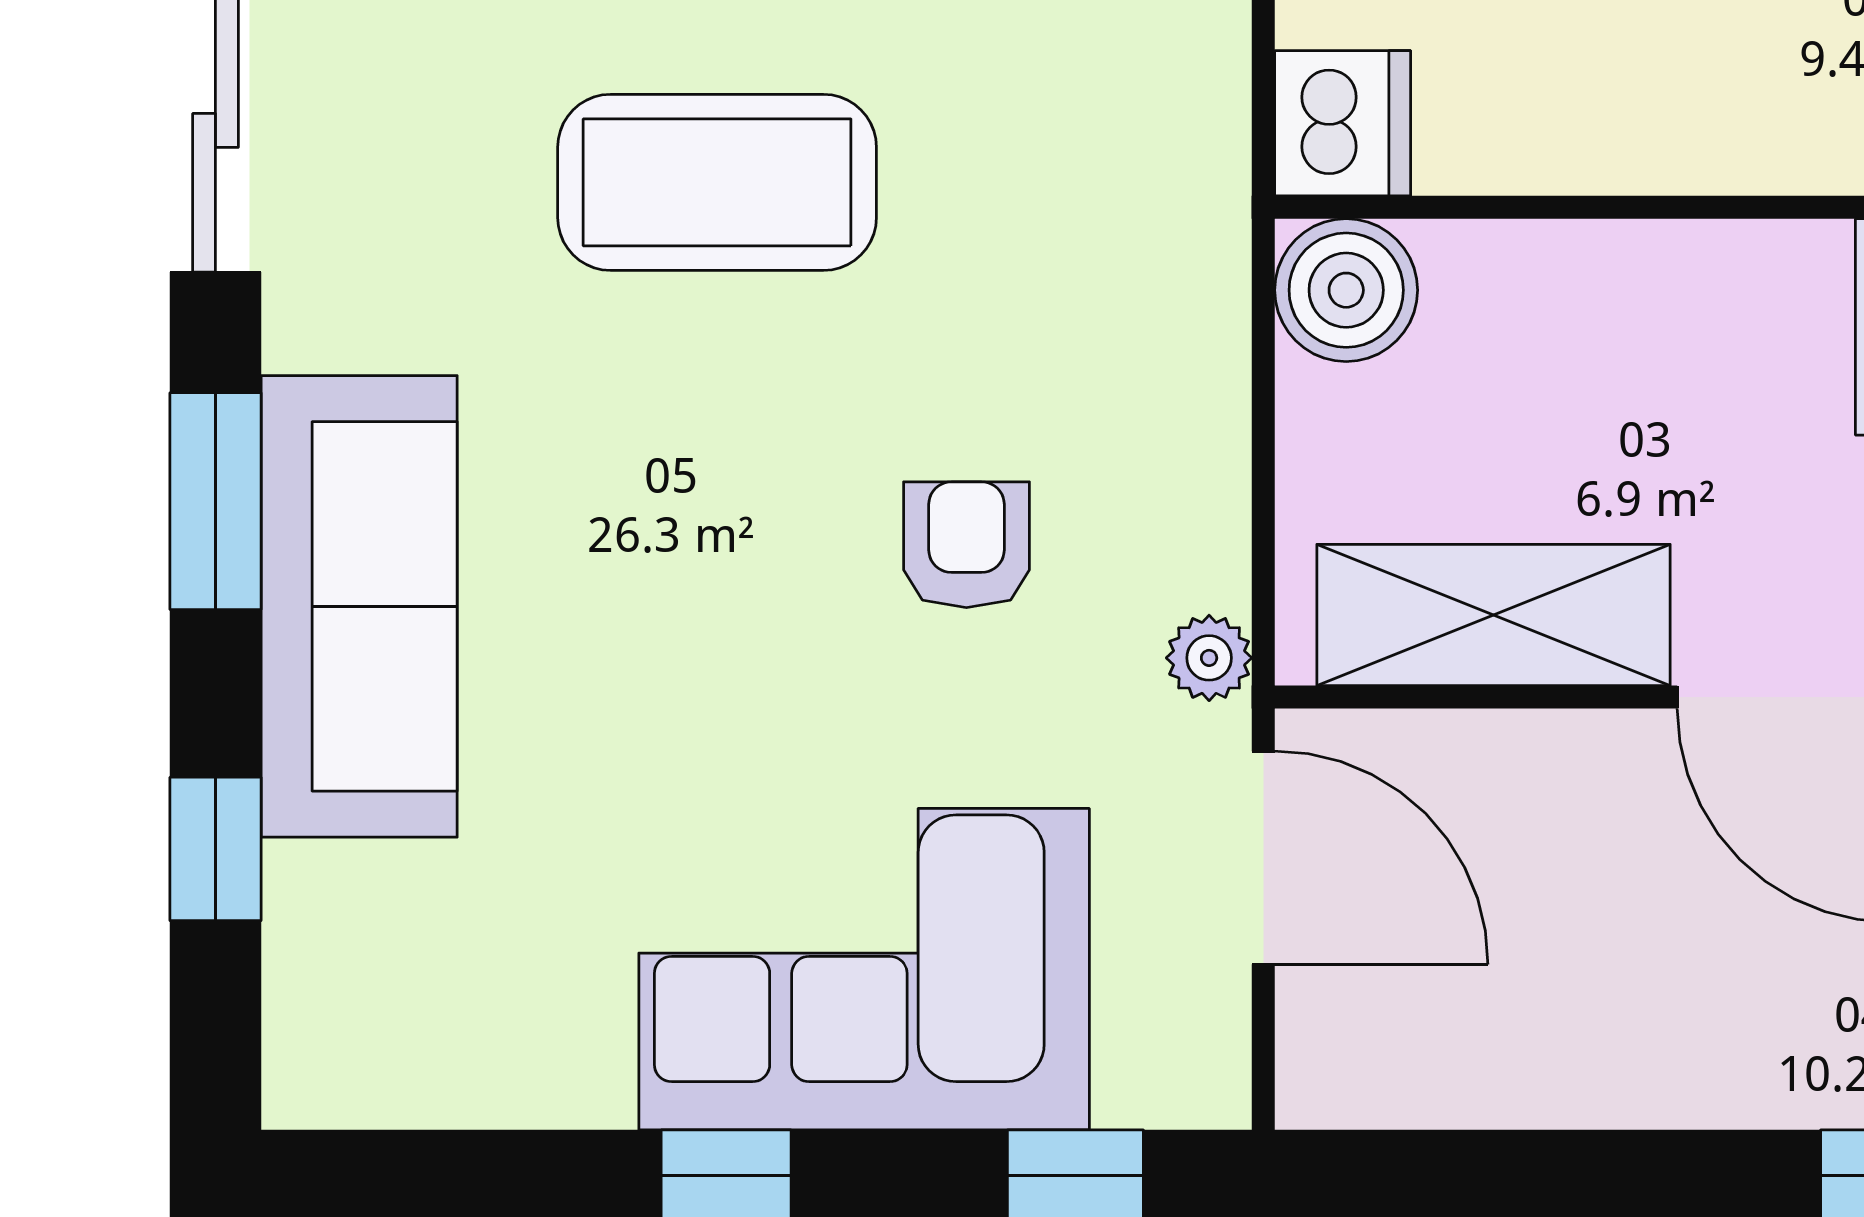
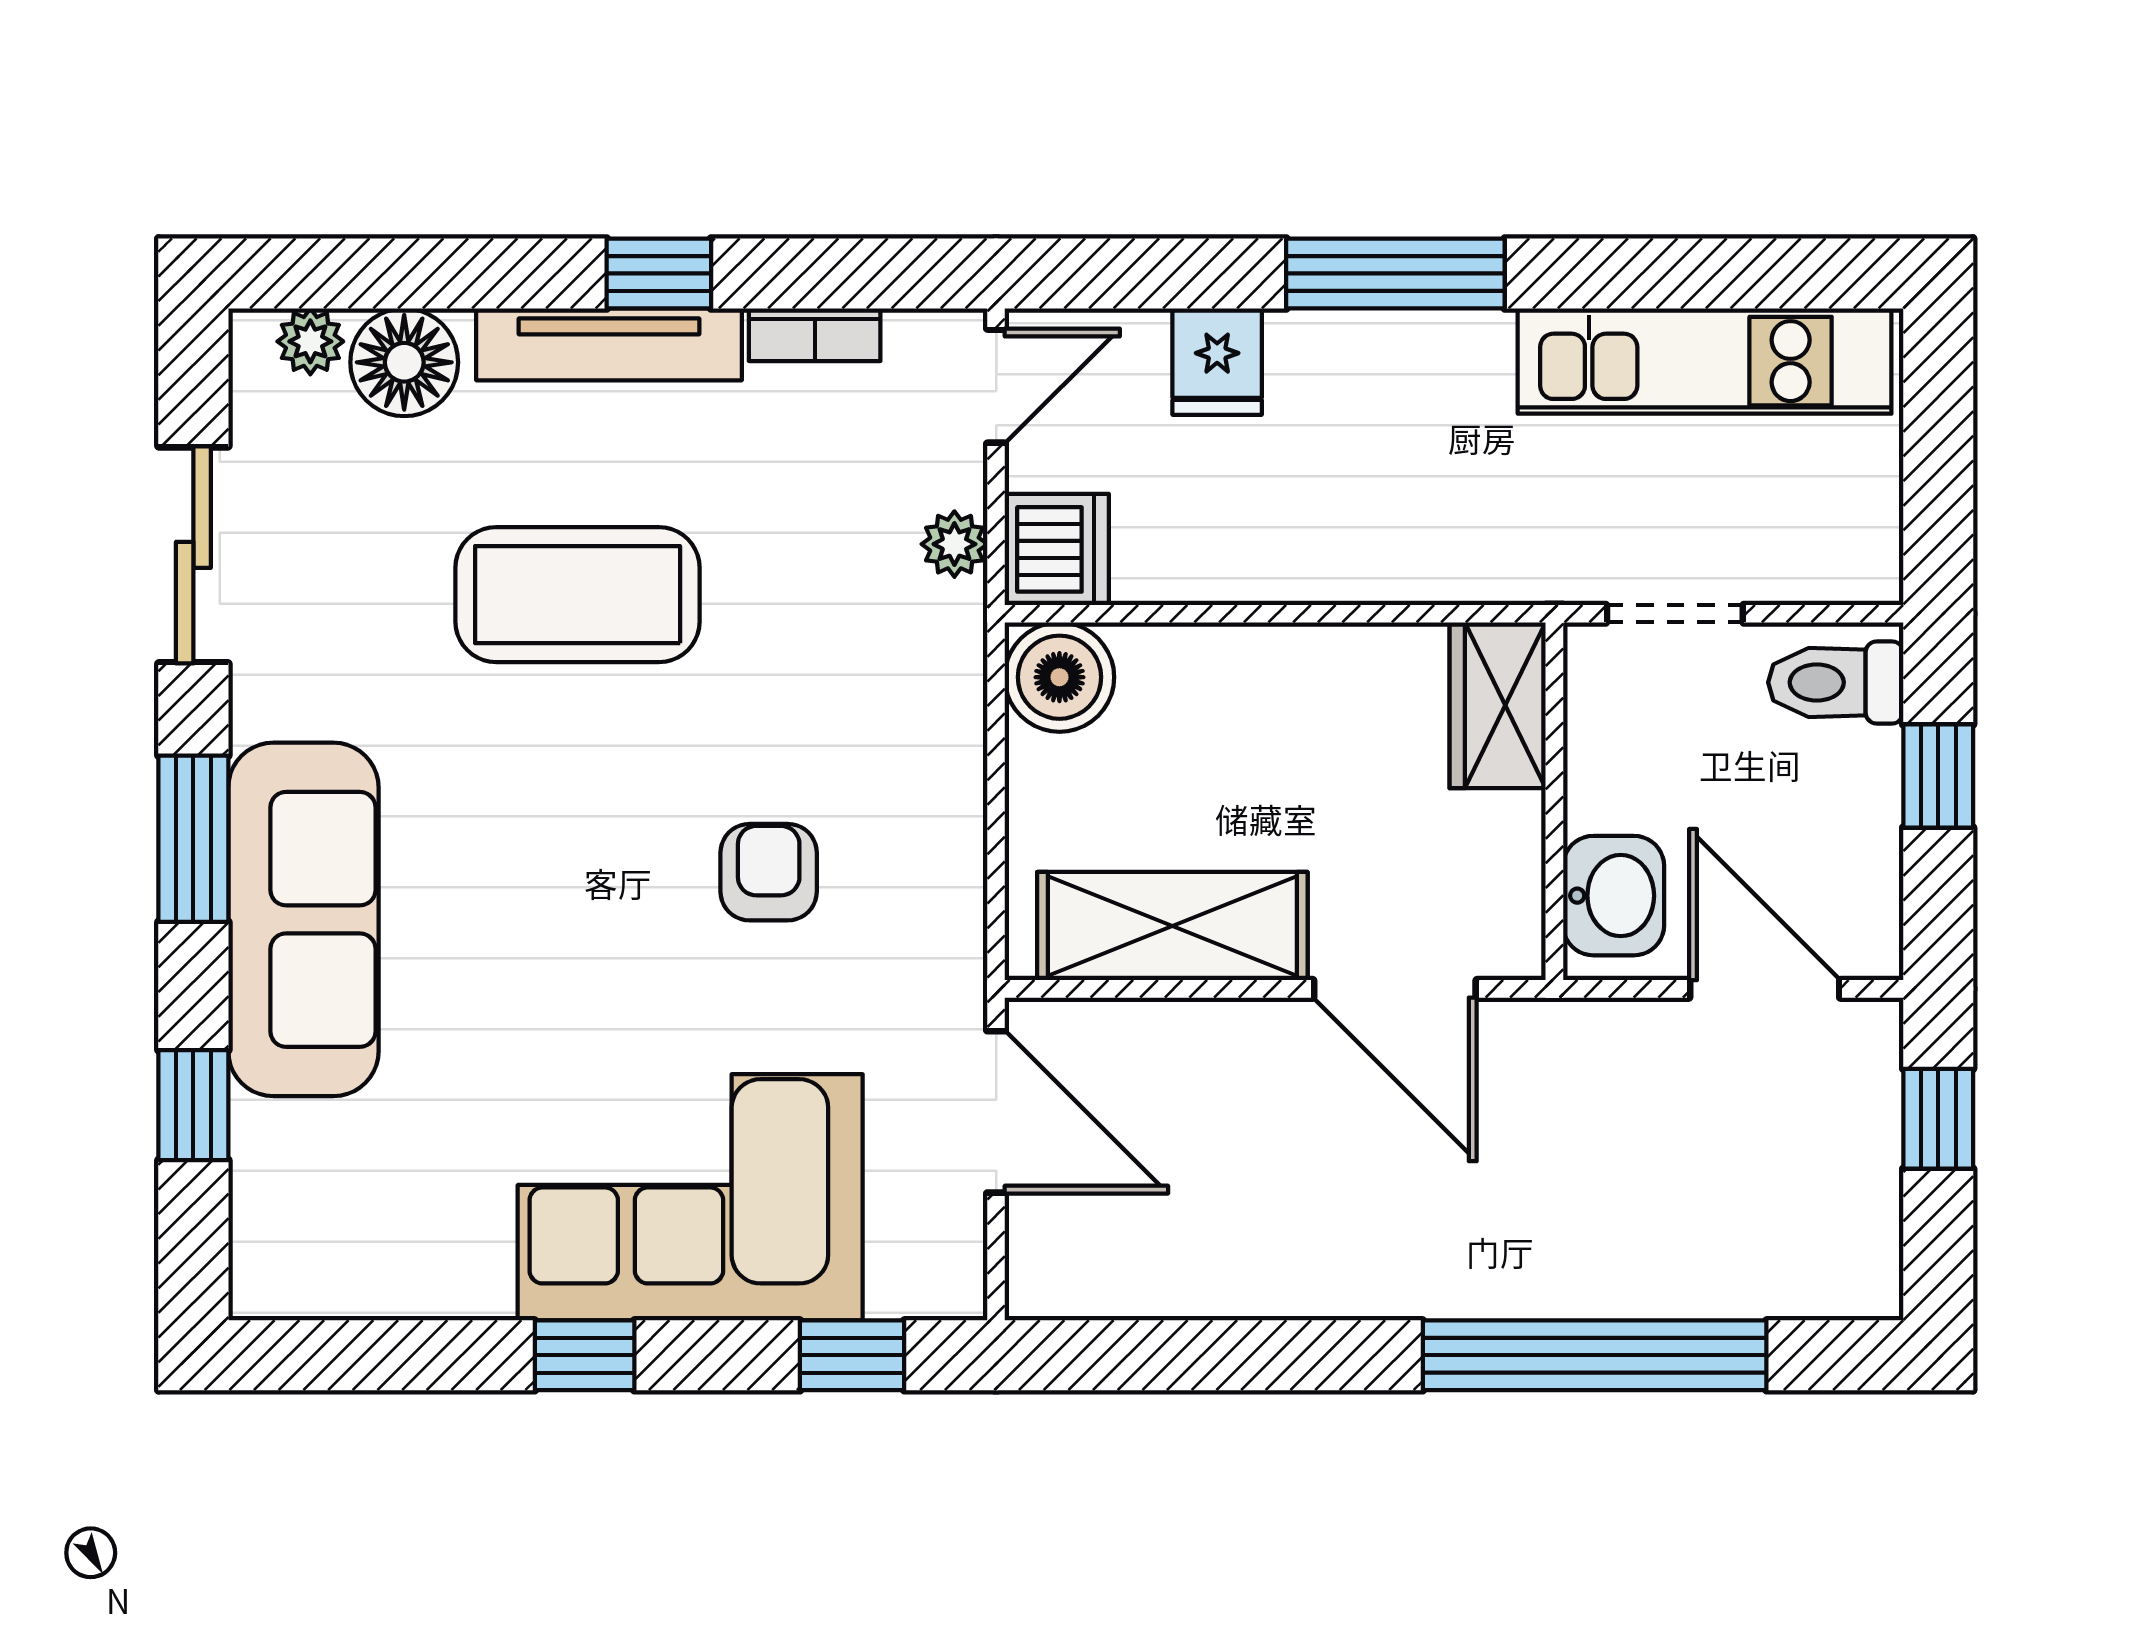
plant: (1209, 658) -> (954, 544), moved

